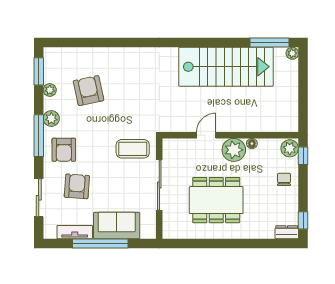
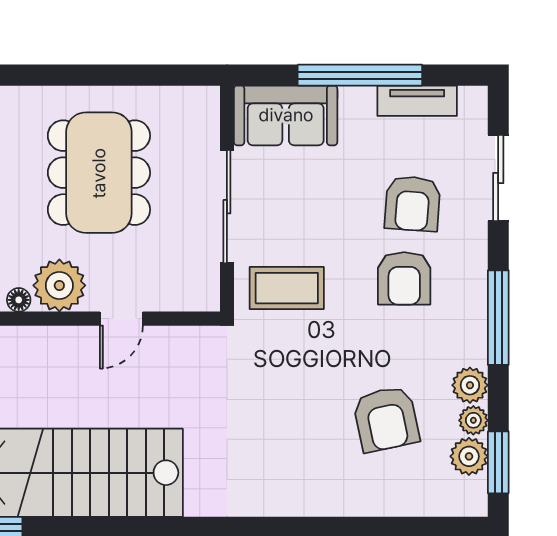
plant: (52, 74) -> (469, 456), added
plant: (51, 119) -> (470, 385), moved
armchair: (64, 150) -> (404, 278), moved, turned 180
dining table: (216, 200) -> (99, 173), turned 90
sofa: (117, 226) -> (286, 115), moved

